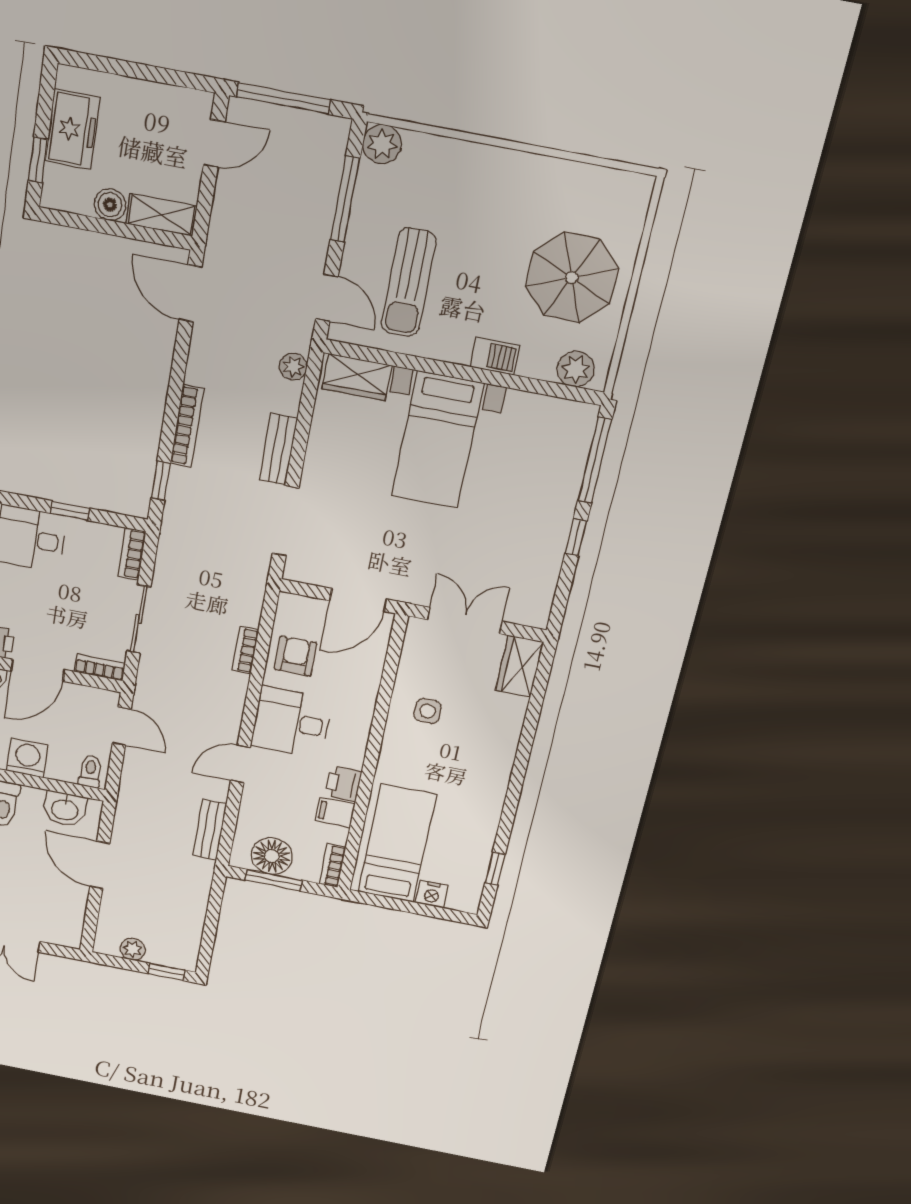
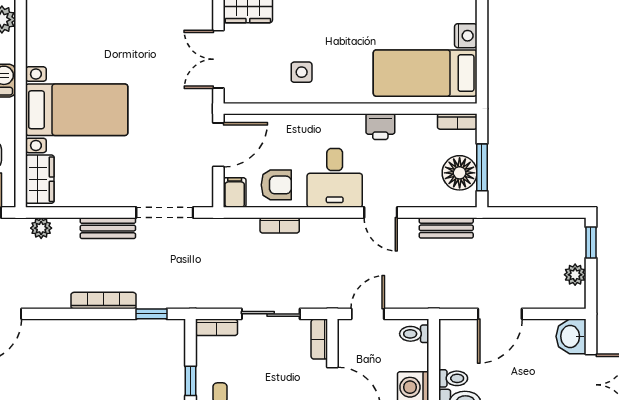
door: (358, 600) -> (218, 145), hinge flipped
armchair: (296, 656) -> (276, 185), turned 180
toilet: (32, 802) -> (453, 378), added
washbasin: (65, 809) -> (571, 336), moved, turned 180
filing cabinet: (335, 812) -> (235, 192), moved, turned 180

